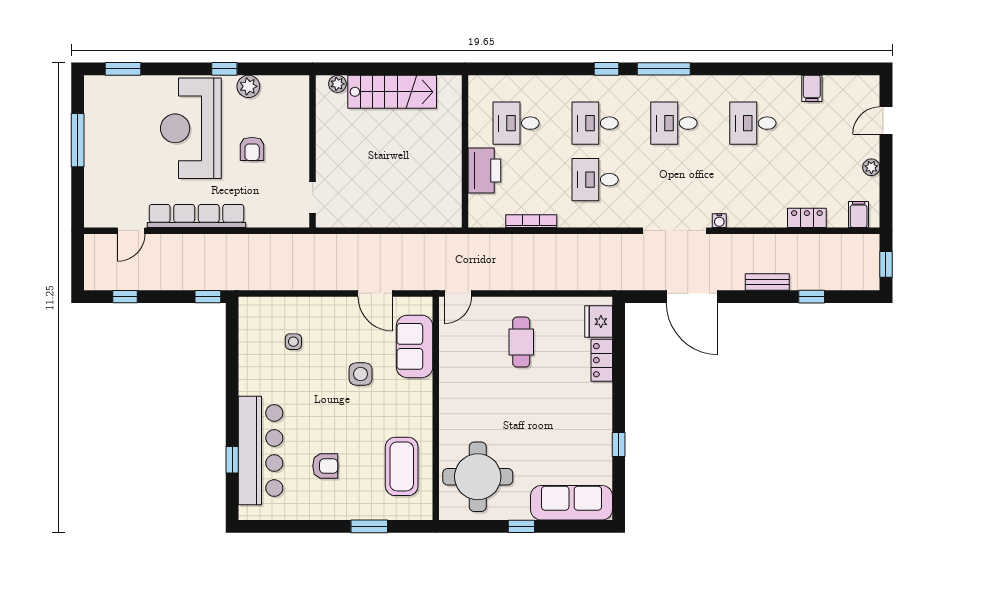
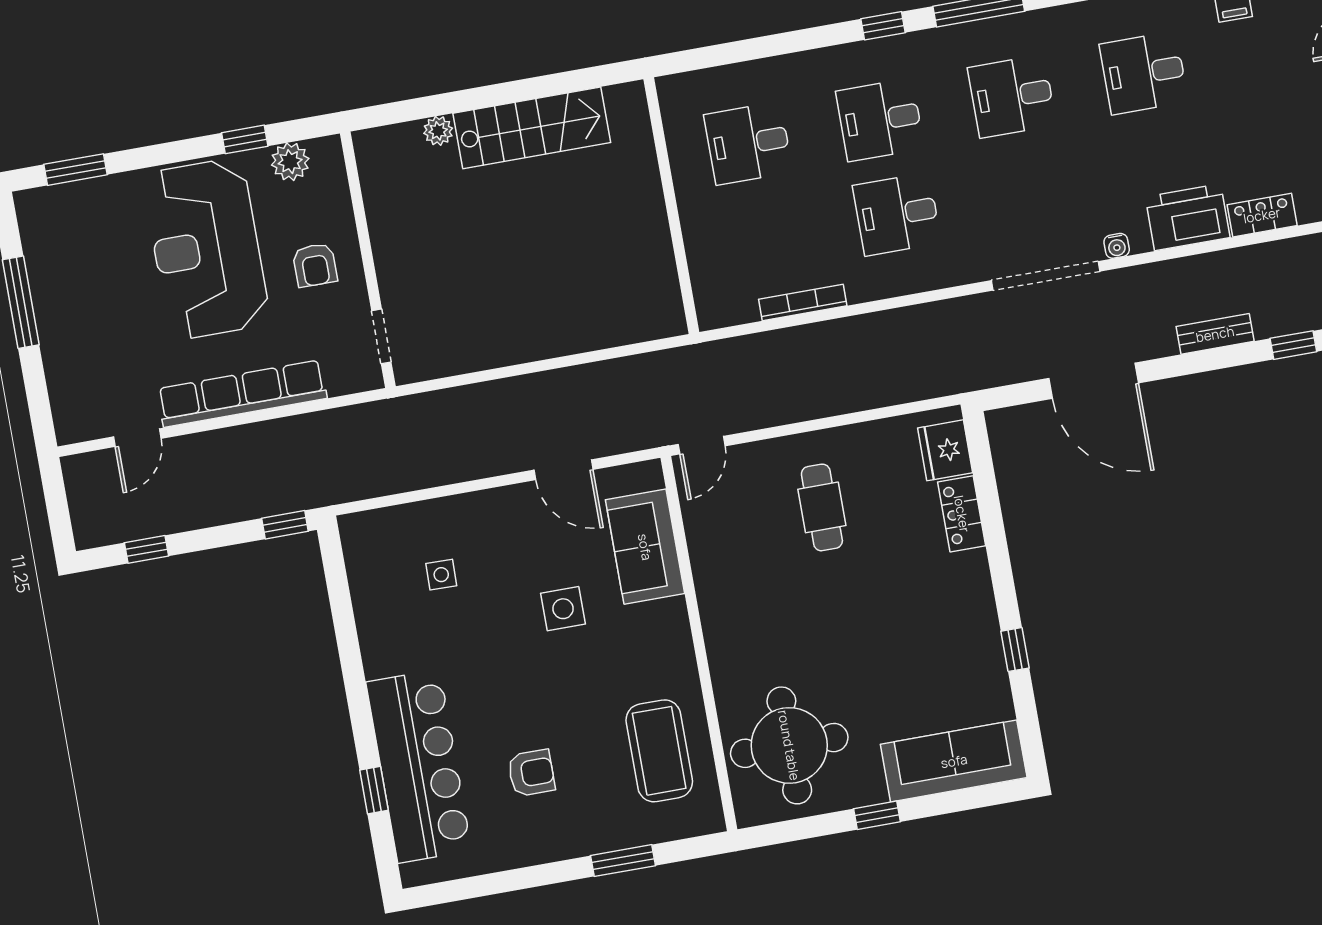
wall: (313, 151) -> (368, 260), moved
printer: (484, 171) -> (1188, 217), moved, turned -90
doorway: (313, 197) -> (381, 336), moved

